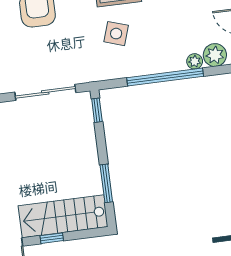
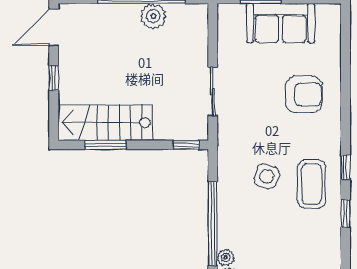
sliding door: (45, 92) -> (213, 91), width x0.73
stairs: (63, 216) -> (105, 123), moved, turned -90

